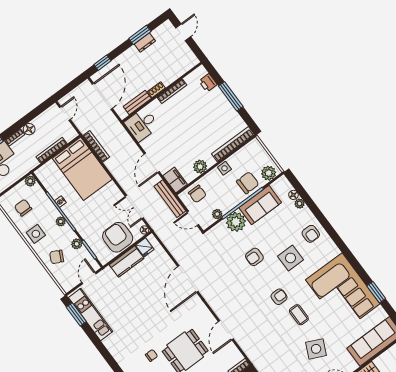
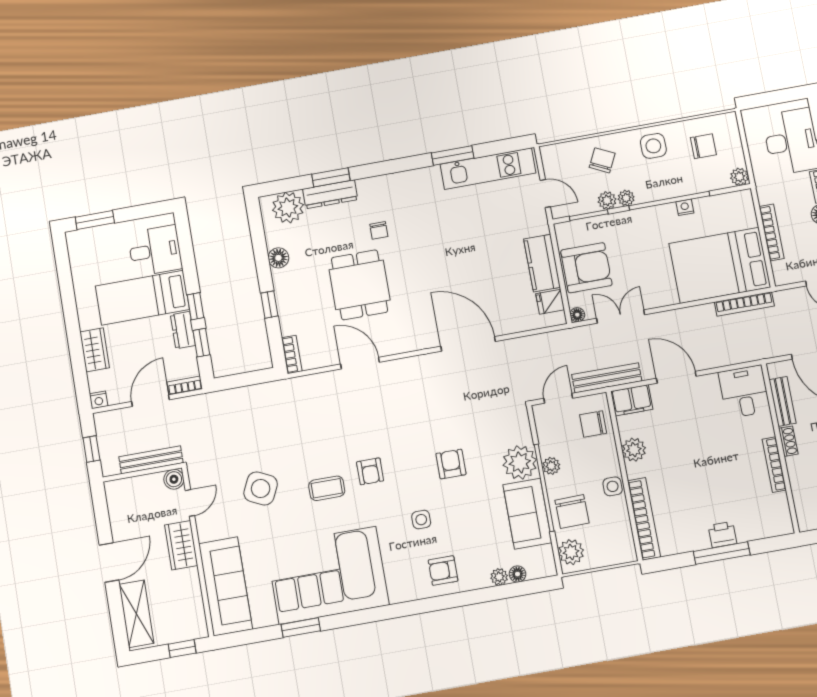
printer: (208, 83) -> (722, 535), moved
plant: (217, 214) -> (551, 466), moved
plant: (61, 221) -> (626, 198), moved
side table: (290, 258) -> (421, 520), width x0.54, depth x0.54
window: (76, 314) -> (453, 155), moved

